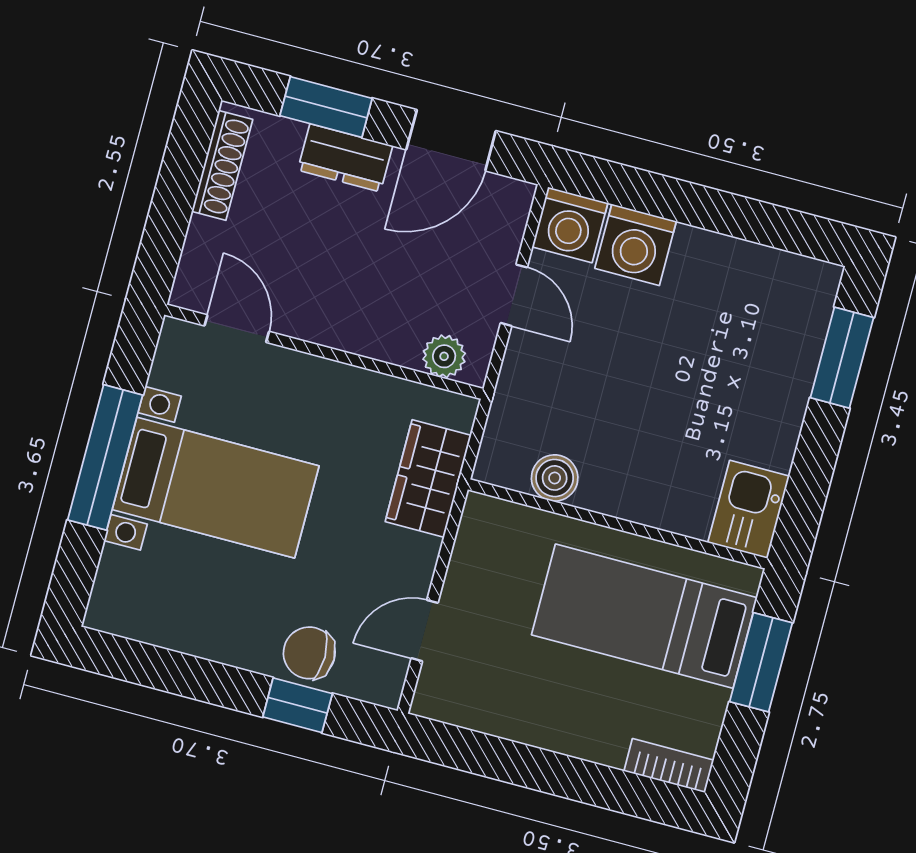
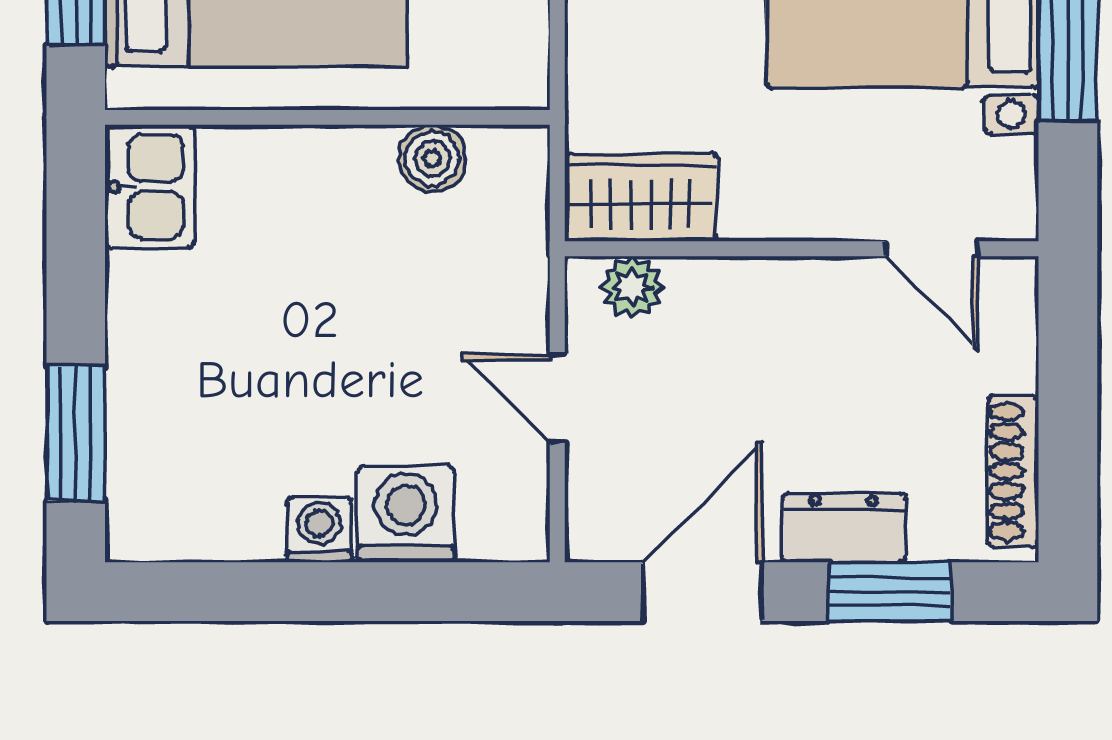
washing machine: (570, 225) -> (319, 530), moved, width x0.73, depth x0.73
wardrobe: (428, 478) -> (641, 197), moved, turned -90

